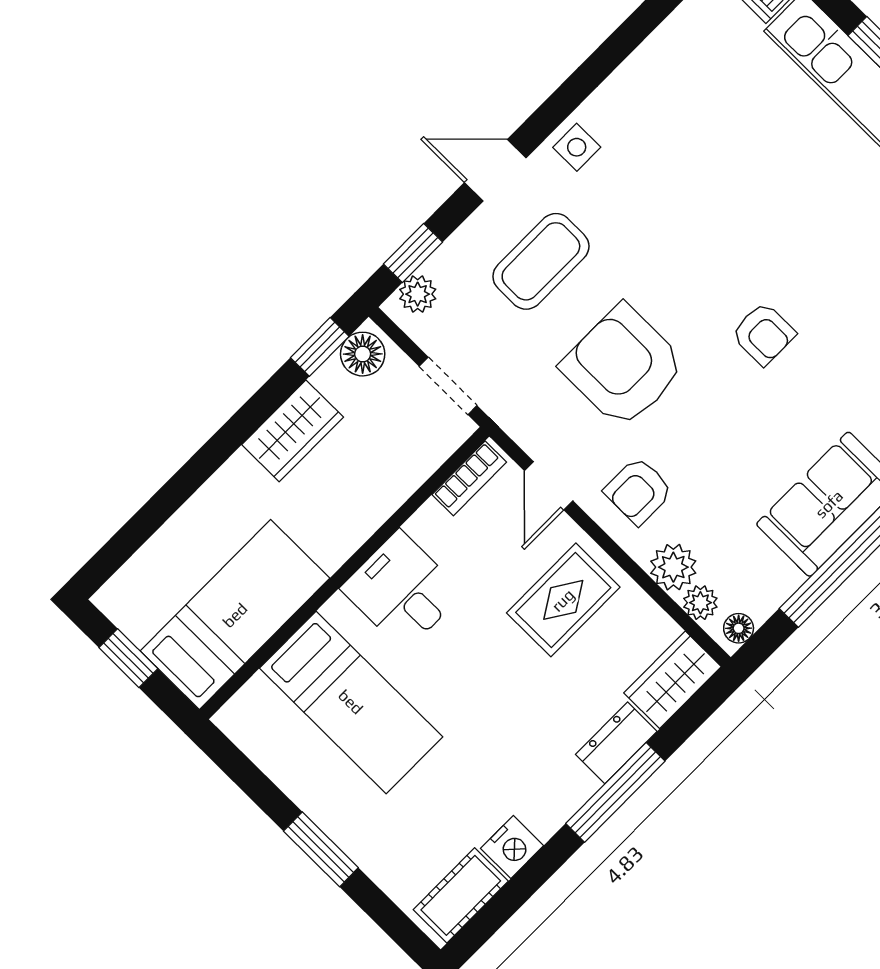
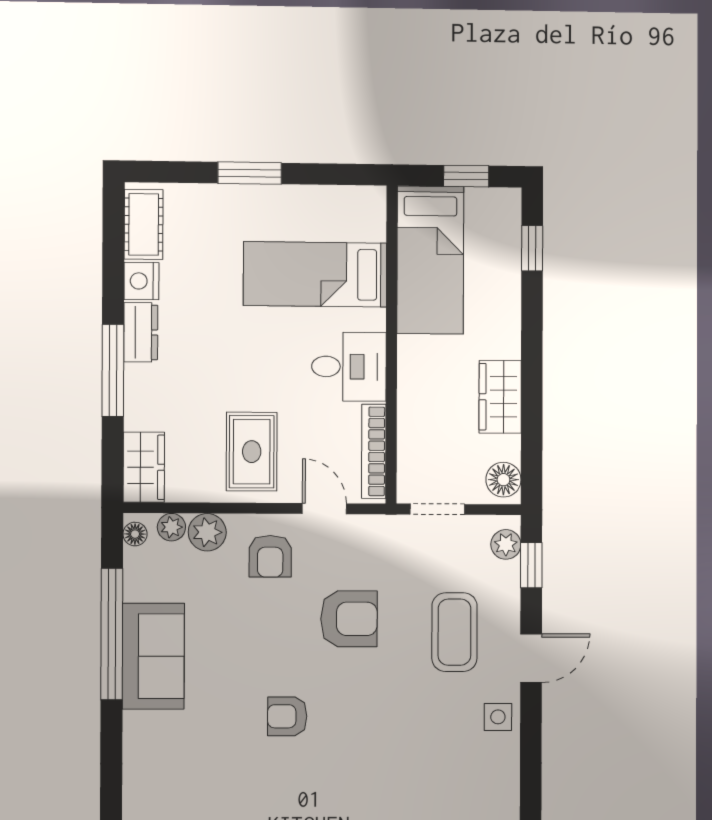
window: (320, 347) -> (532, 248), moved
armchair: (623, 366) -> (349, 619), width x0.73, depth x0.73
bookcase: (469, 478) -> (374, 451), width x1.56
armchair: (638, 491) -> (270, 556), turned 180
dresser: (616, 743) -> (141, 332), moved

